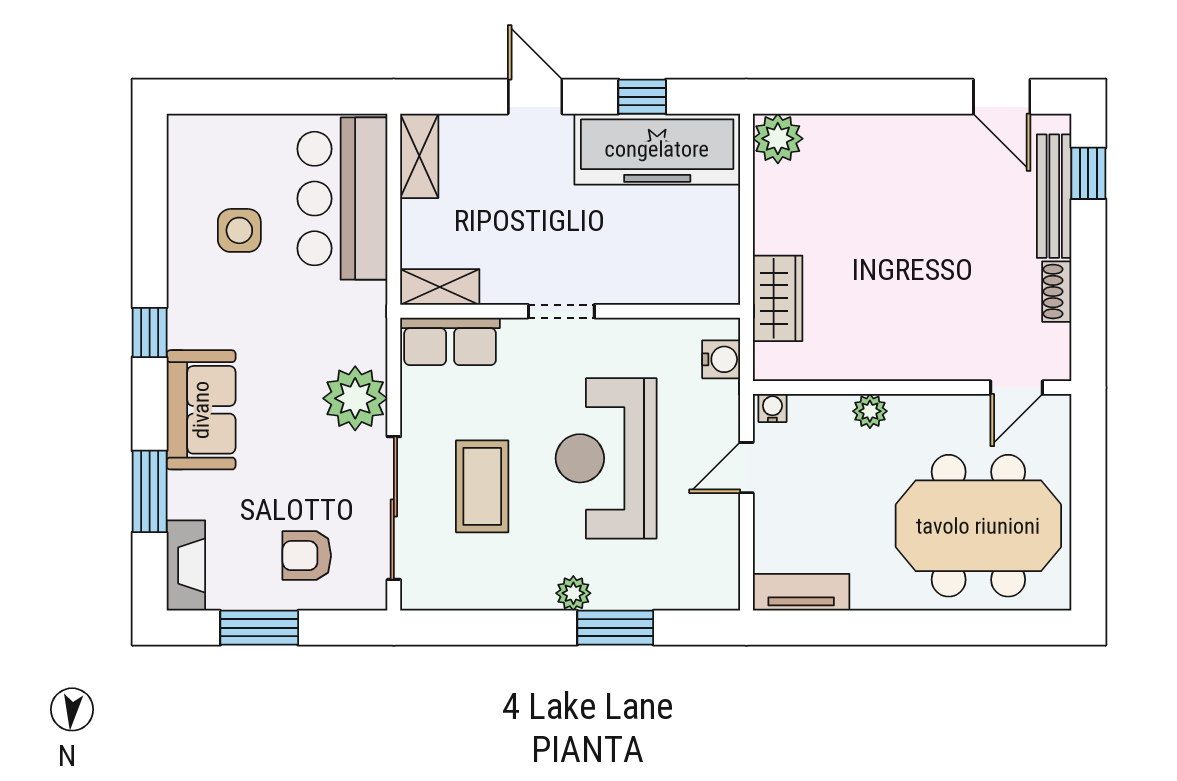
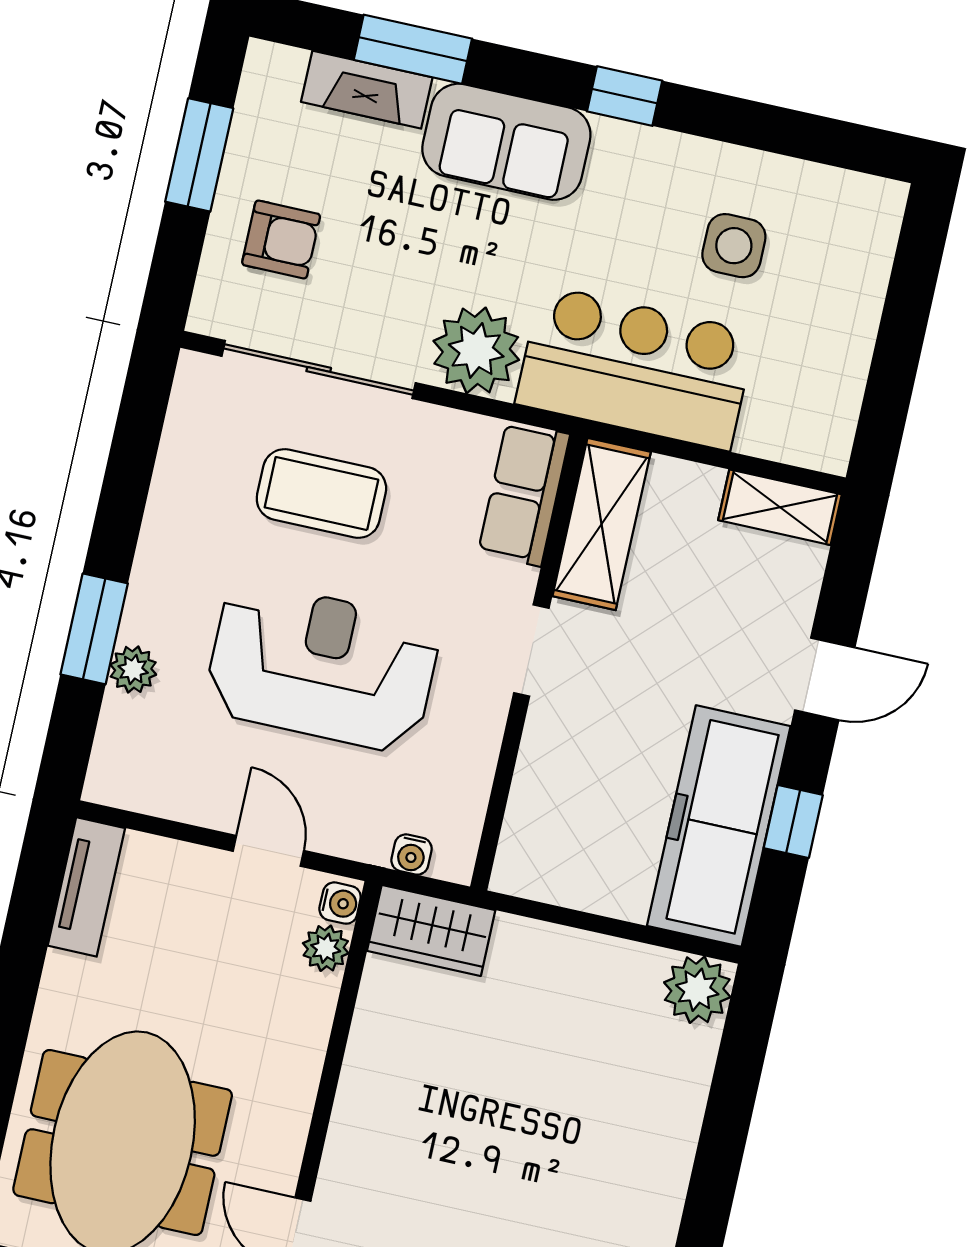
bar counter: (342, 199) -> (635, 368), moved
shelving: (440, 287) -> (602, 524), width x1.50, depth x1.33
wardrobe: (778, 298) -> (431, 930), moved
water cooler: (721, 359) -> (412, 855), width x0.72, depth x0.72
plant: (870, 411) -> (326, 948), moved
armchair: (307, 556) -> (281, 239), turned 90
fireplace: (186, 565) -> (367, 90), moved
plant: (573, 593) -> (133, 669), moved

